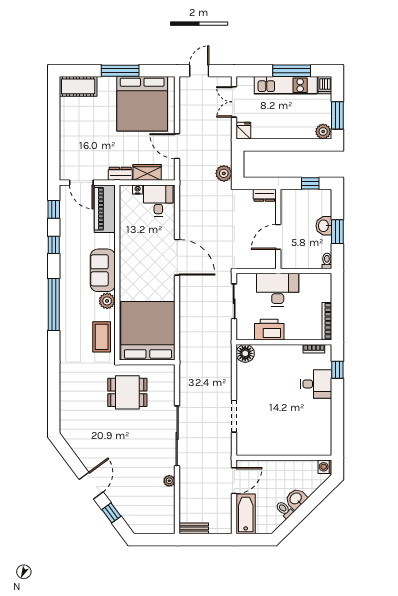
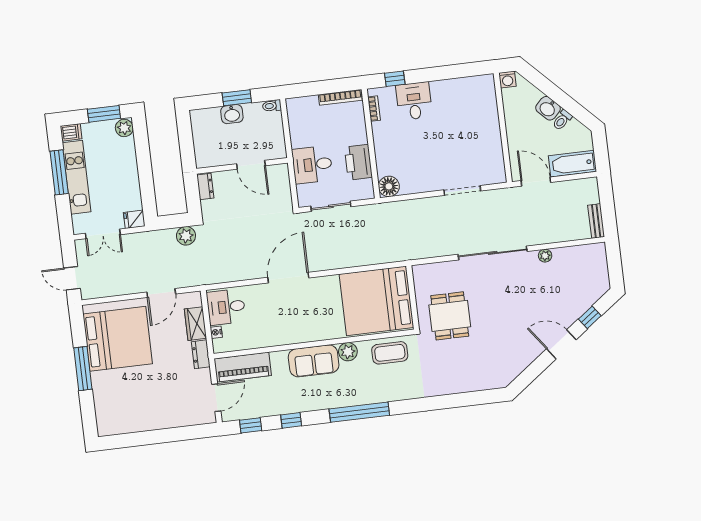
cot: (78, 86) -> (107, 414), removed
window: (310, 183) -> (185, 136), removed
desk: (278, 290) -> (312, 165), width x0.73

